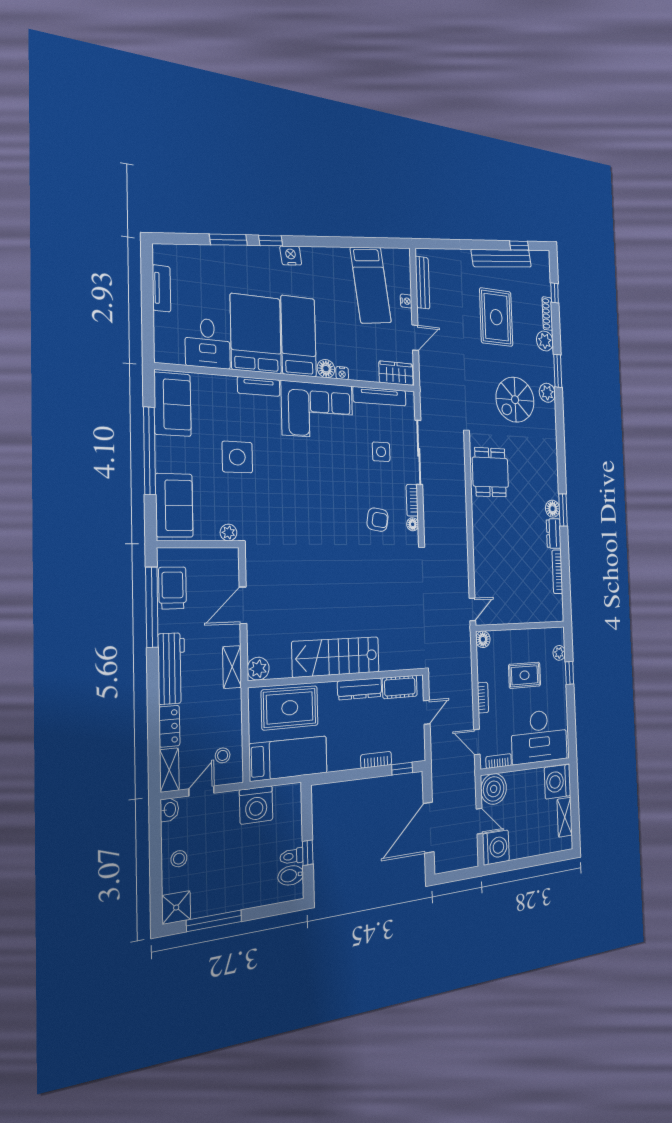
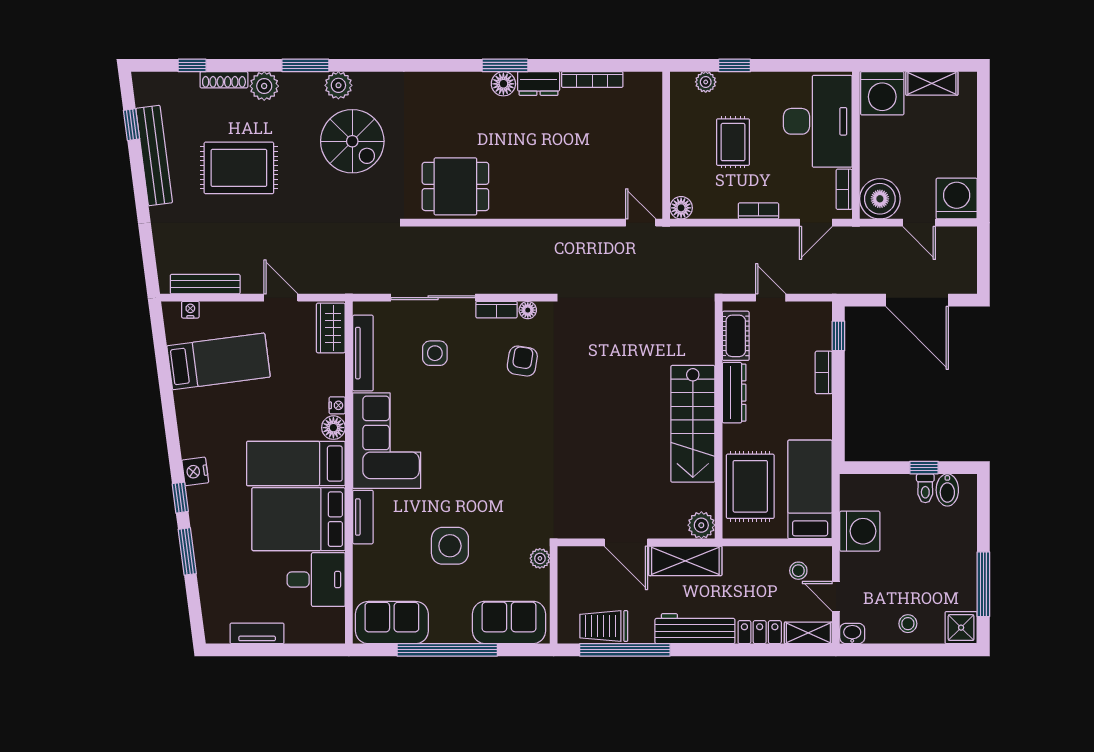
nightstand: (406, 301) -> (190, 310), moved
shelving: (232, 667) -> (685, 561), width x1.50, depth x1.33
door: (480, 821) -> (919, 223), swing flipped

